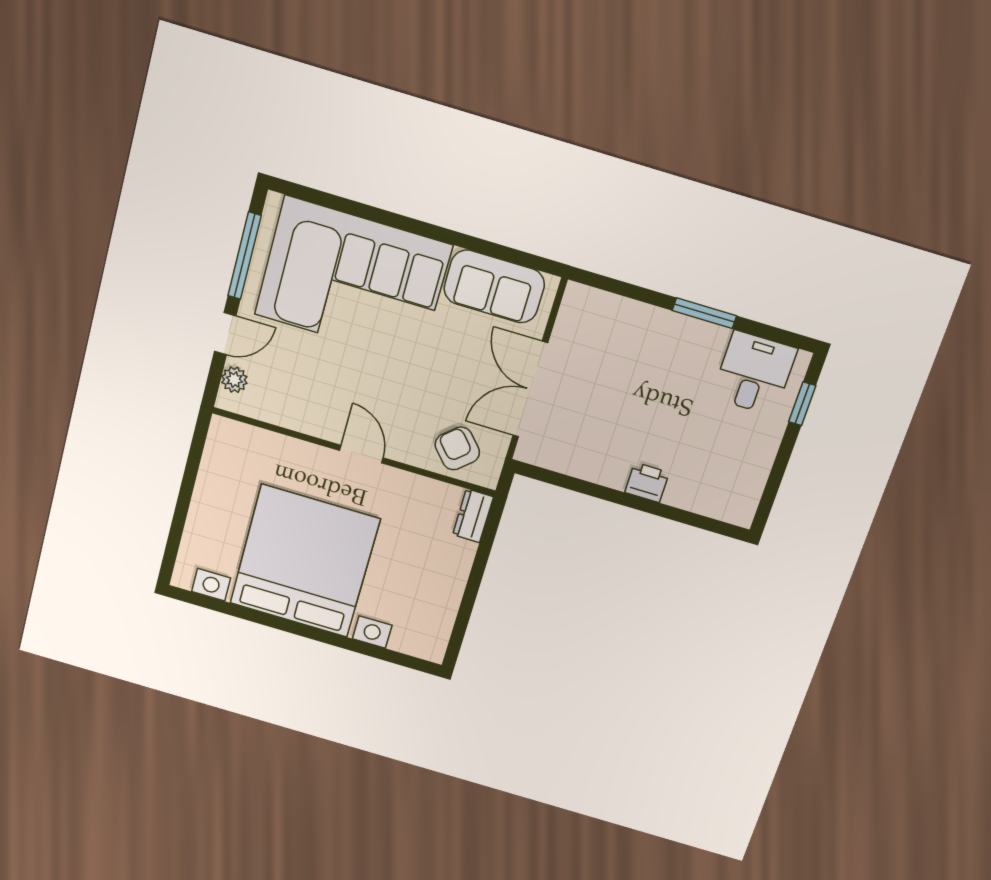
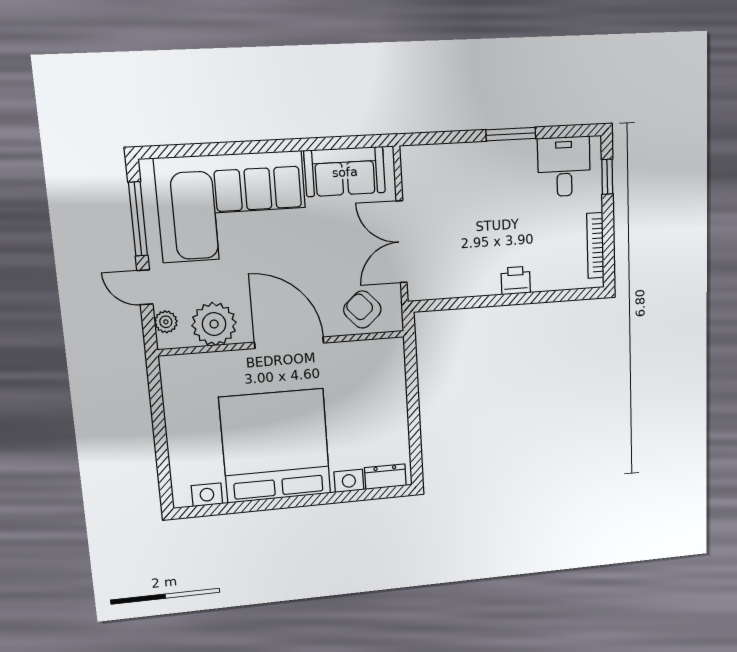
door: (225, 334) -> (145, 287), swing flipped
plant: (286, 402) -> (214, 324), added
door: (361, 454) -> (289, 343), width x1.87
bookcase: (757, 478) -> (595, 246), added
dresser: (473, 516) -> (385, 477), moved, turned 90

